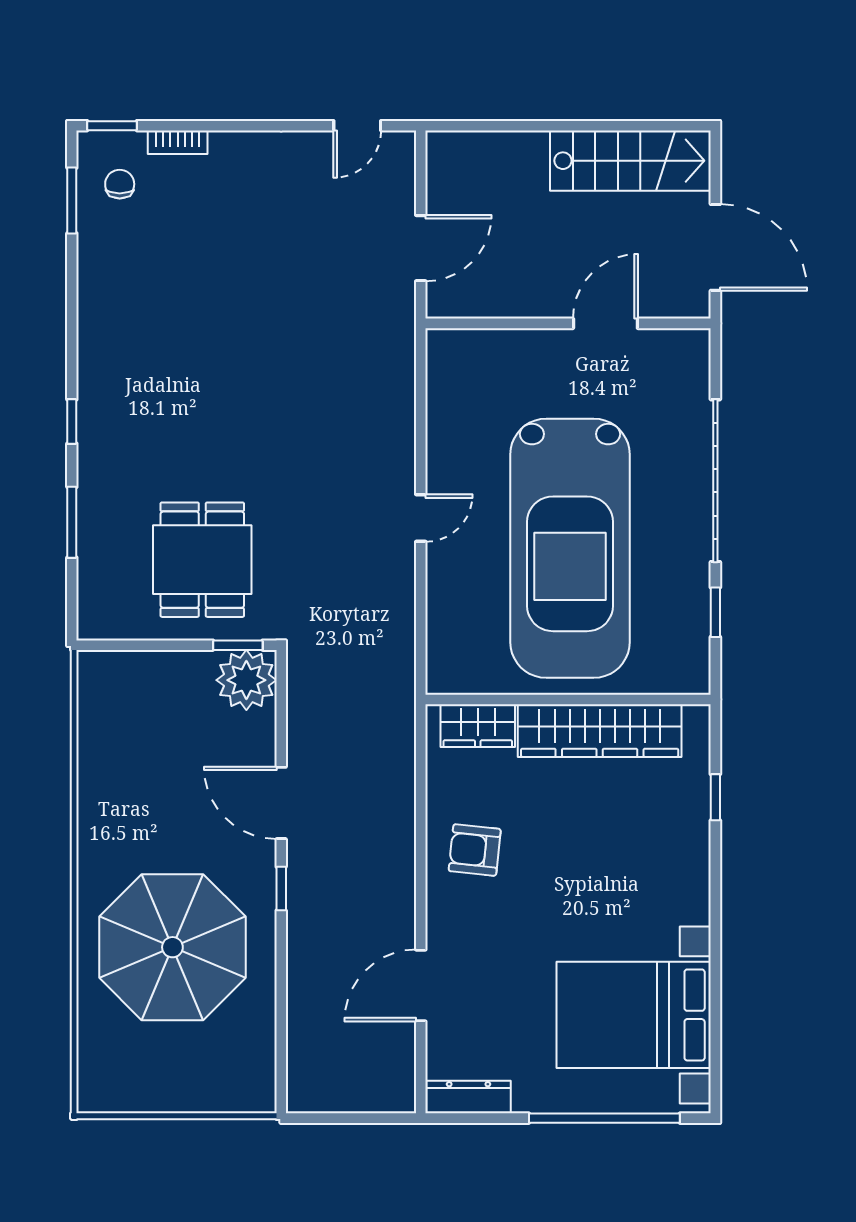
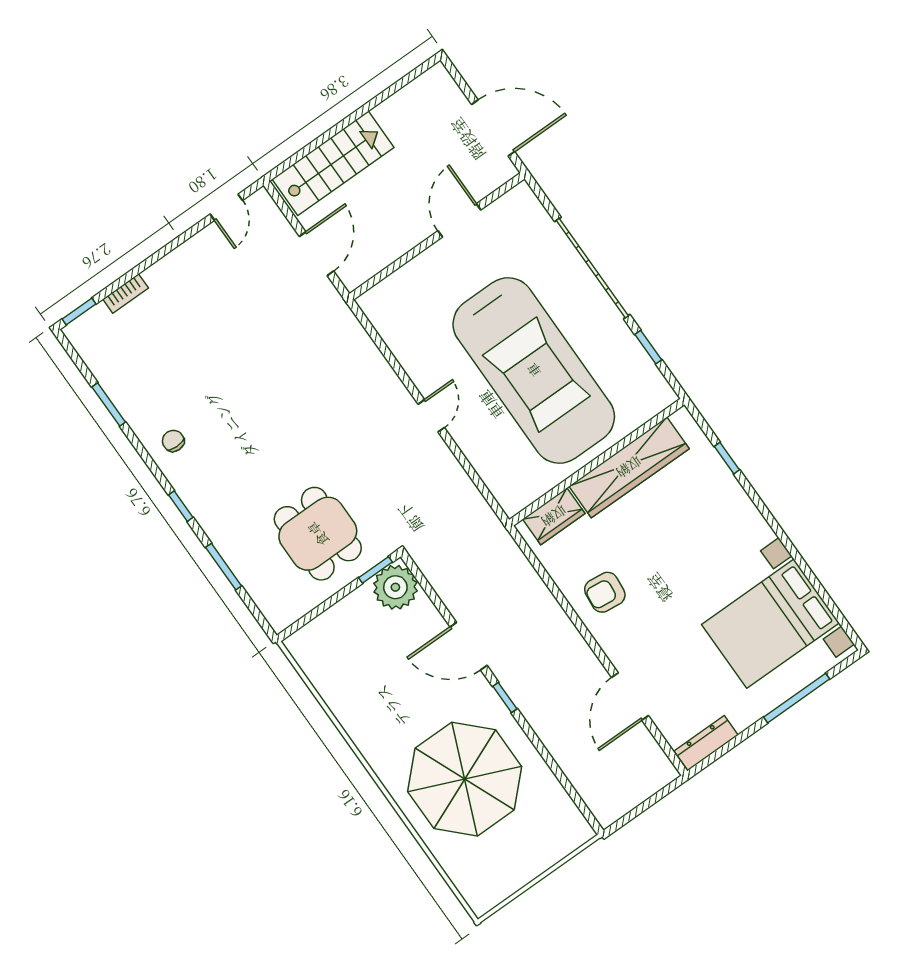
stairs: (630, 161) -> (333, 163), moved
chair: (120, 184) -> (173, 441), moved
window: (72, 201) -> (109, 405), moved
window: (604, 1118) -> (797, 698), width x0.68

